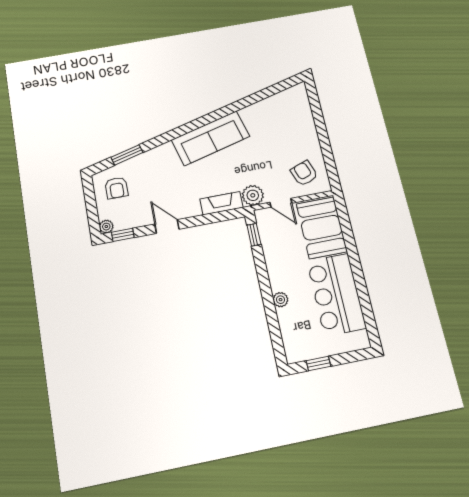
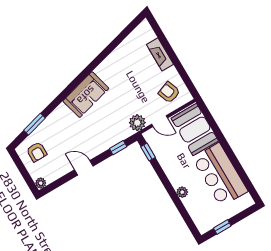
sofa: (211, 138) -> (86, 95), width x0.73
fireplace: (221, 203) -> (160, 54), moved, turned -90
window: (123, 235) -> (118, 148), moved

